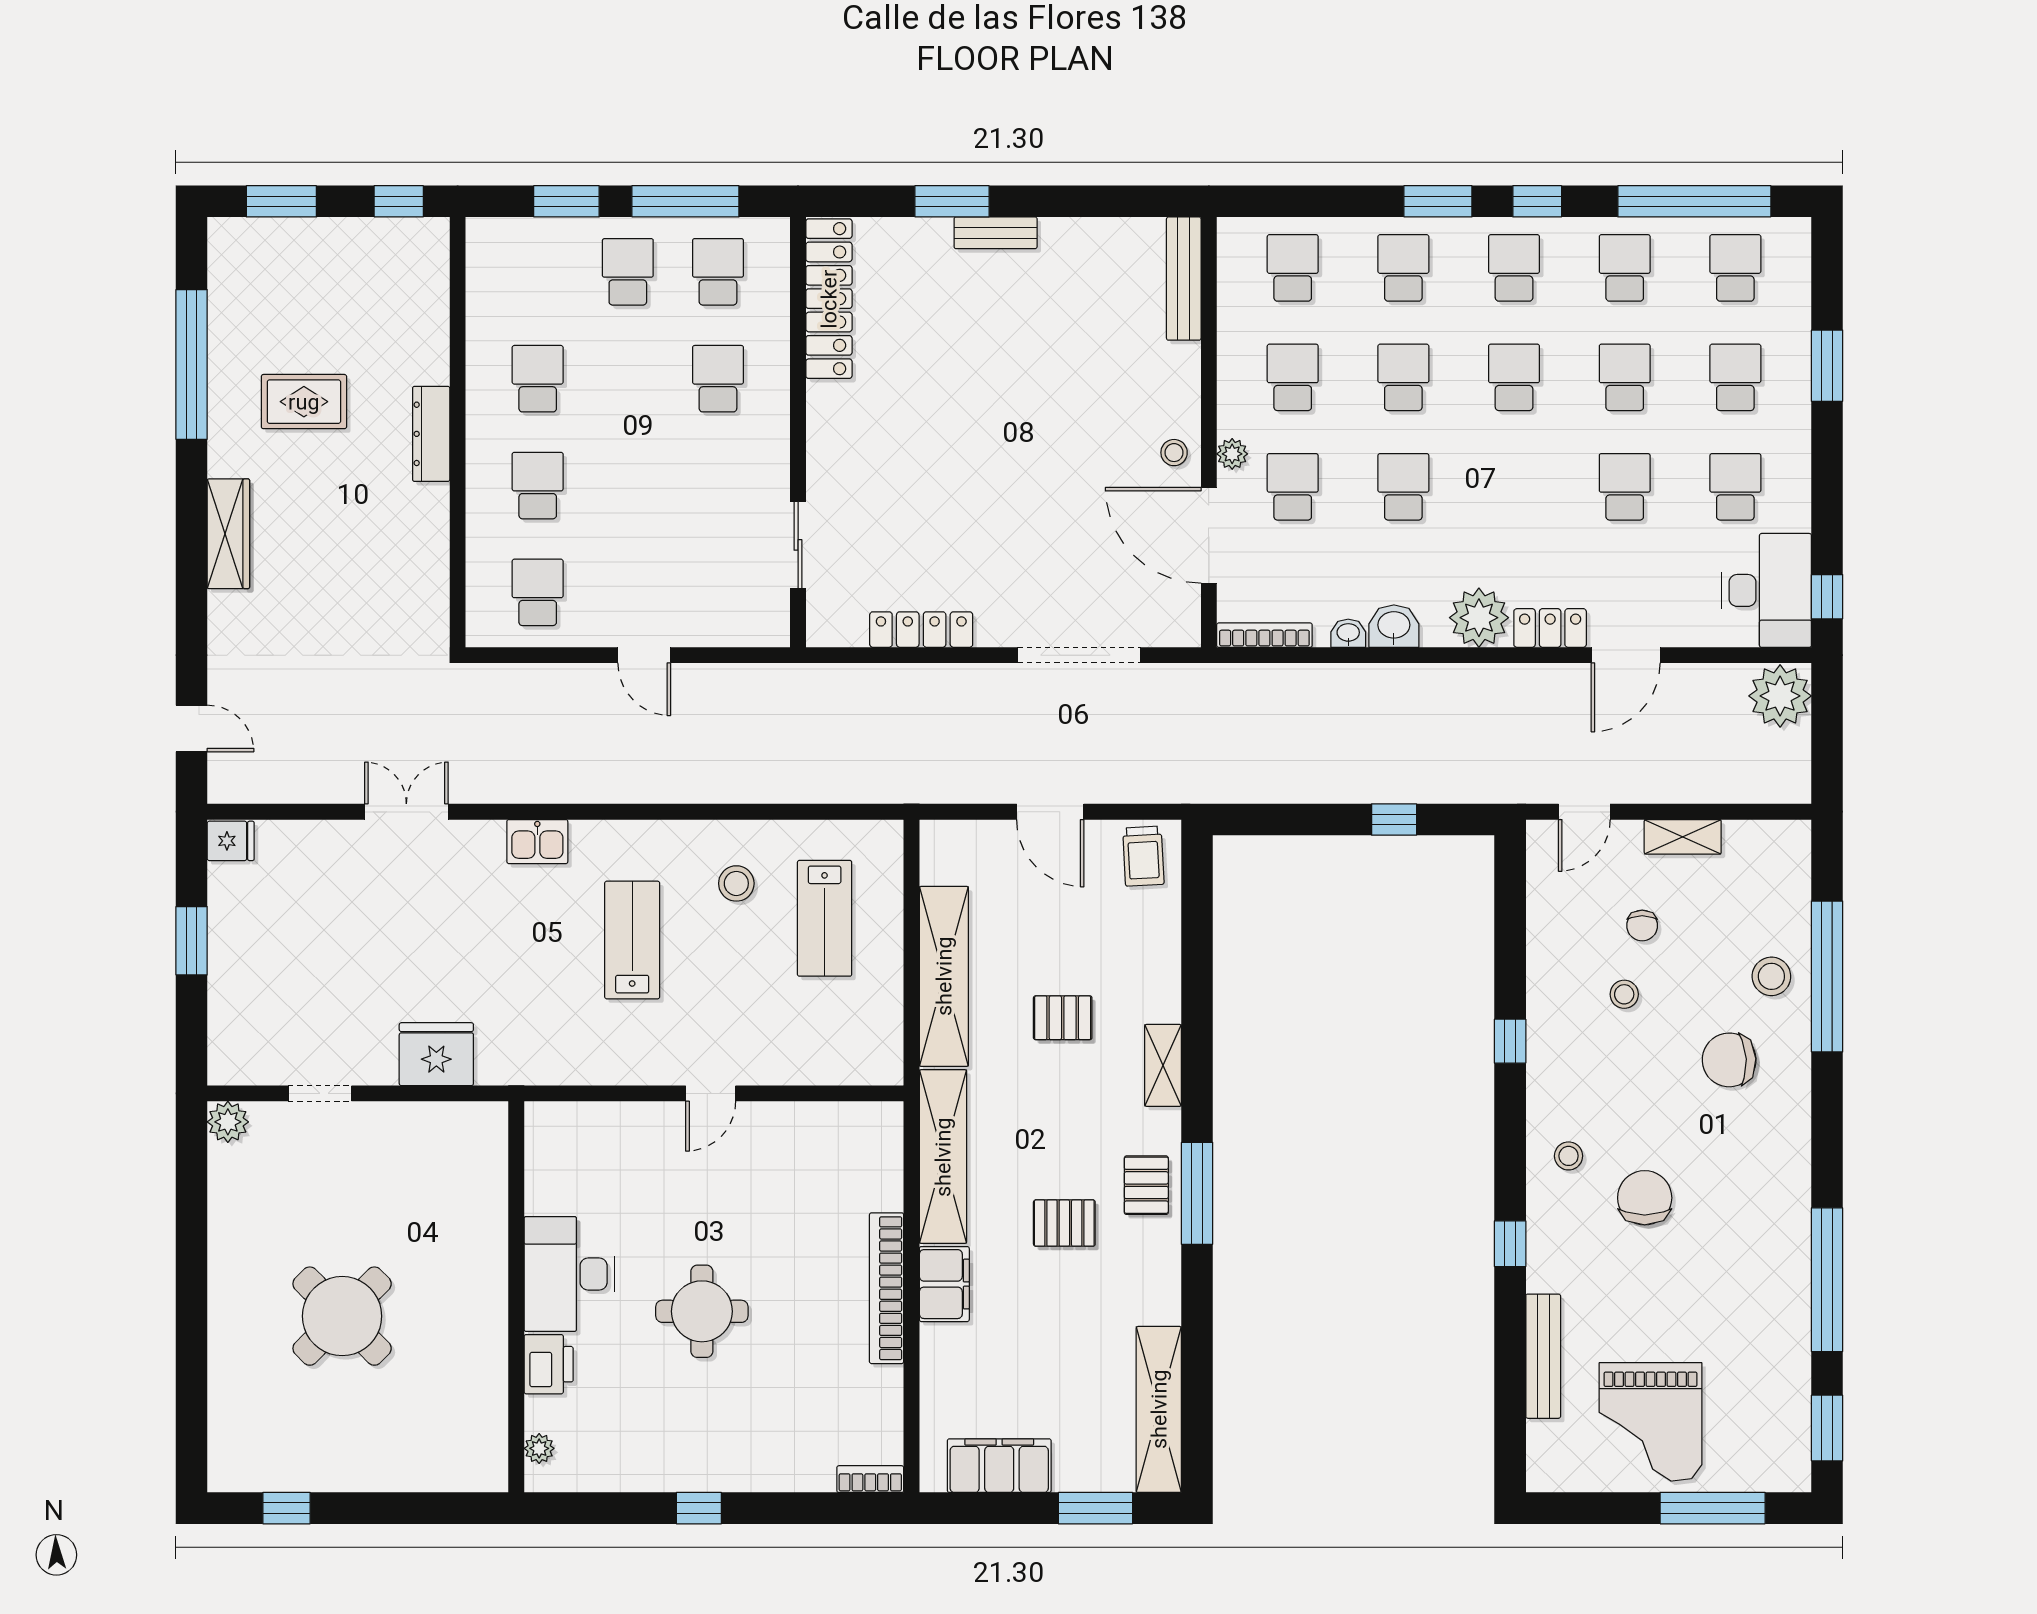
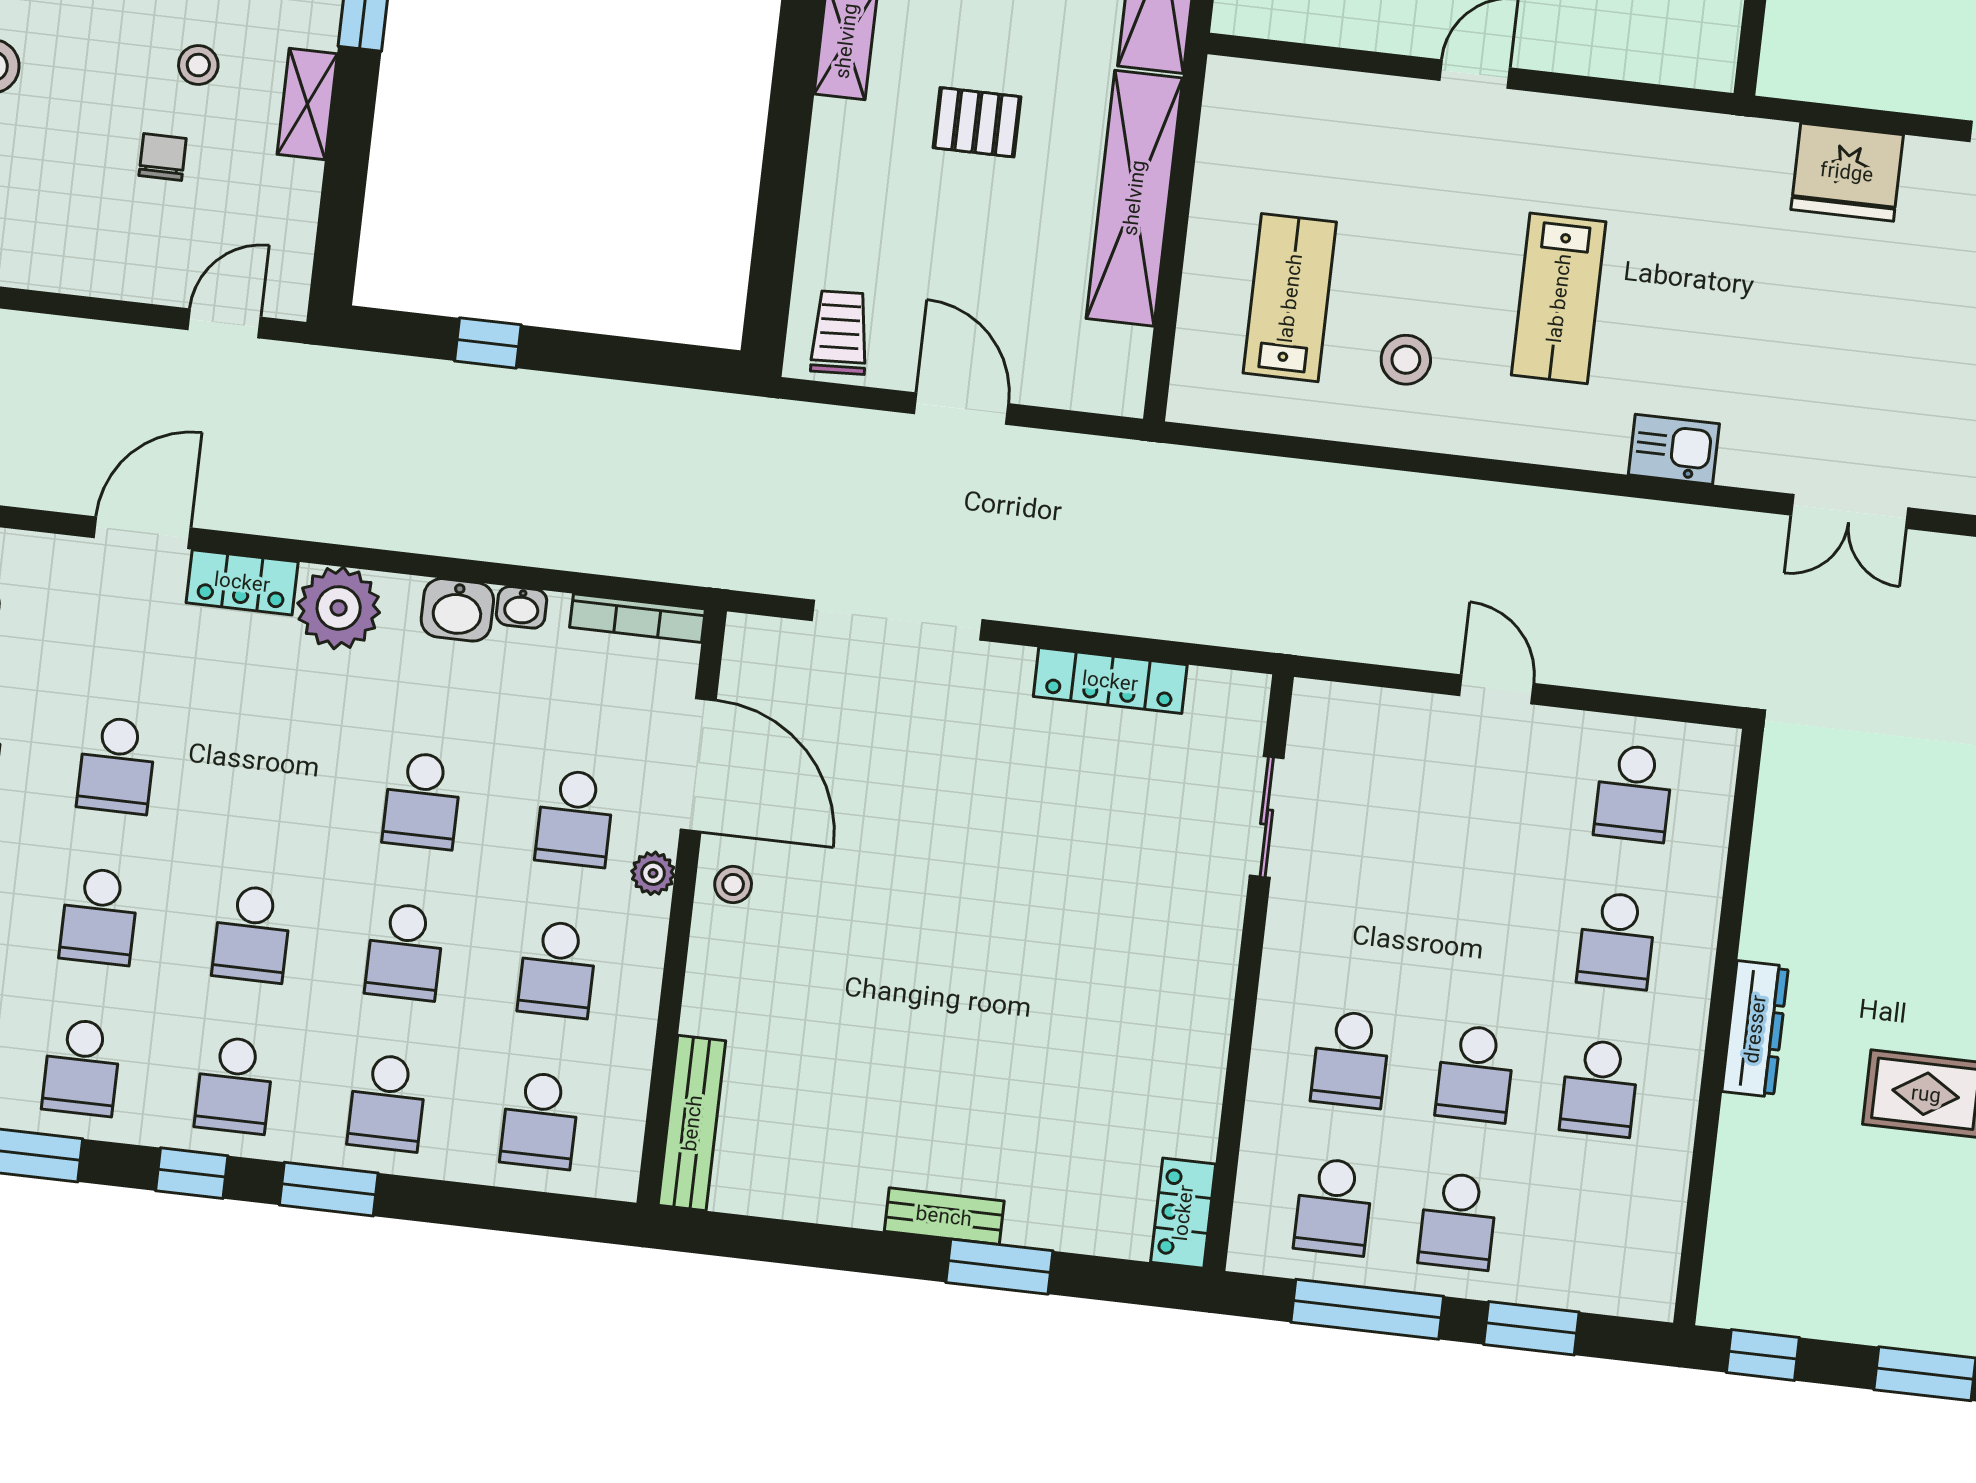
locker: (829, 299) -> (1183, 1213), width x0.46, depth x0.83
school desk: (628, 379) -> (1475, 1074), added
shelving: (1683, 837) -> (307, 104), moved, turned 90

